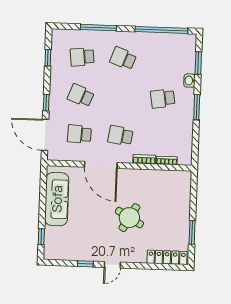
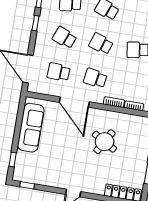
school desk: (122, 97) -> (101, 44), added
window: (46, 103) -> (35, 23), moved
round table: (129, 218) -> (104, 142), moved
window: (85, 264) -> (27, 185), moved

